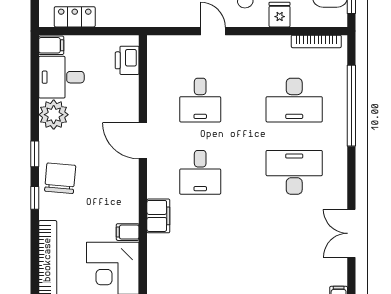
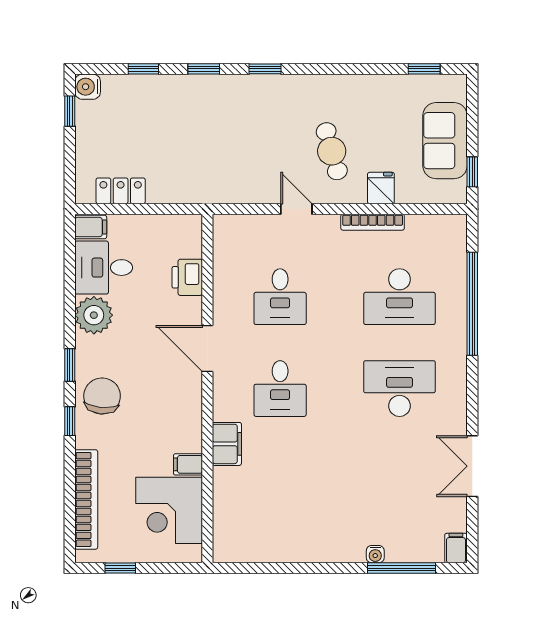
bookcase: (316, 41) -> (373, 222), moved
printer: (127, 60) -> (187, 277), moved

